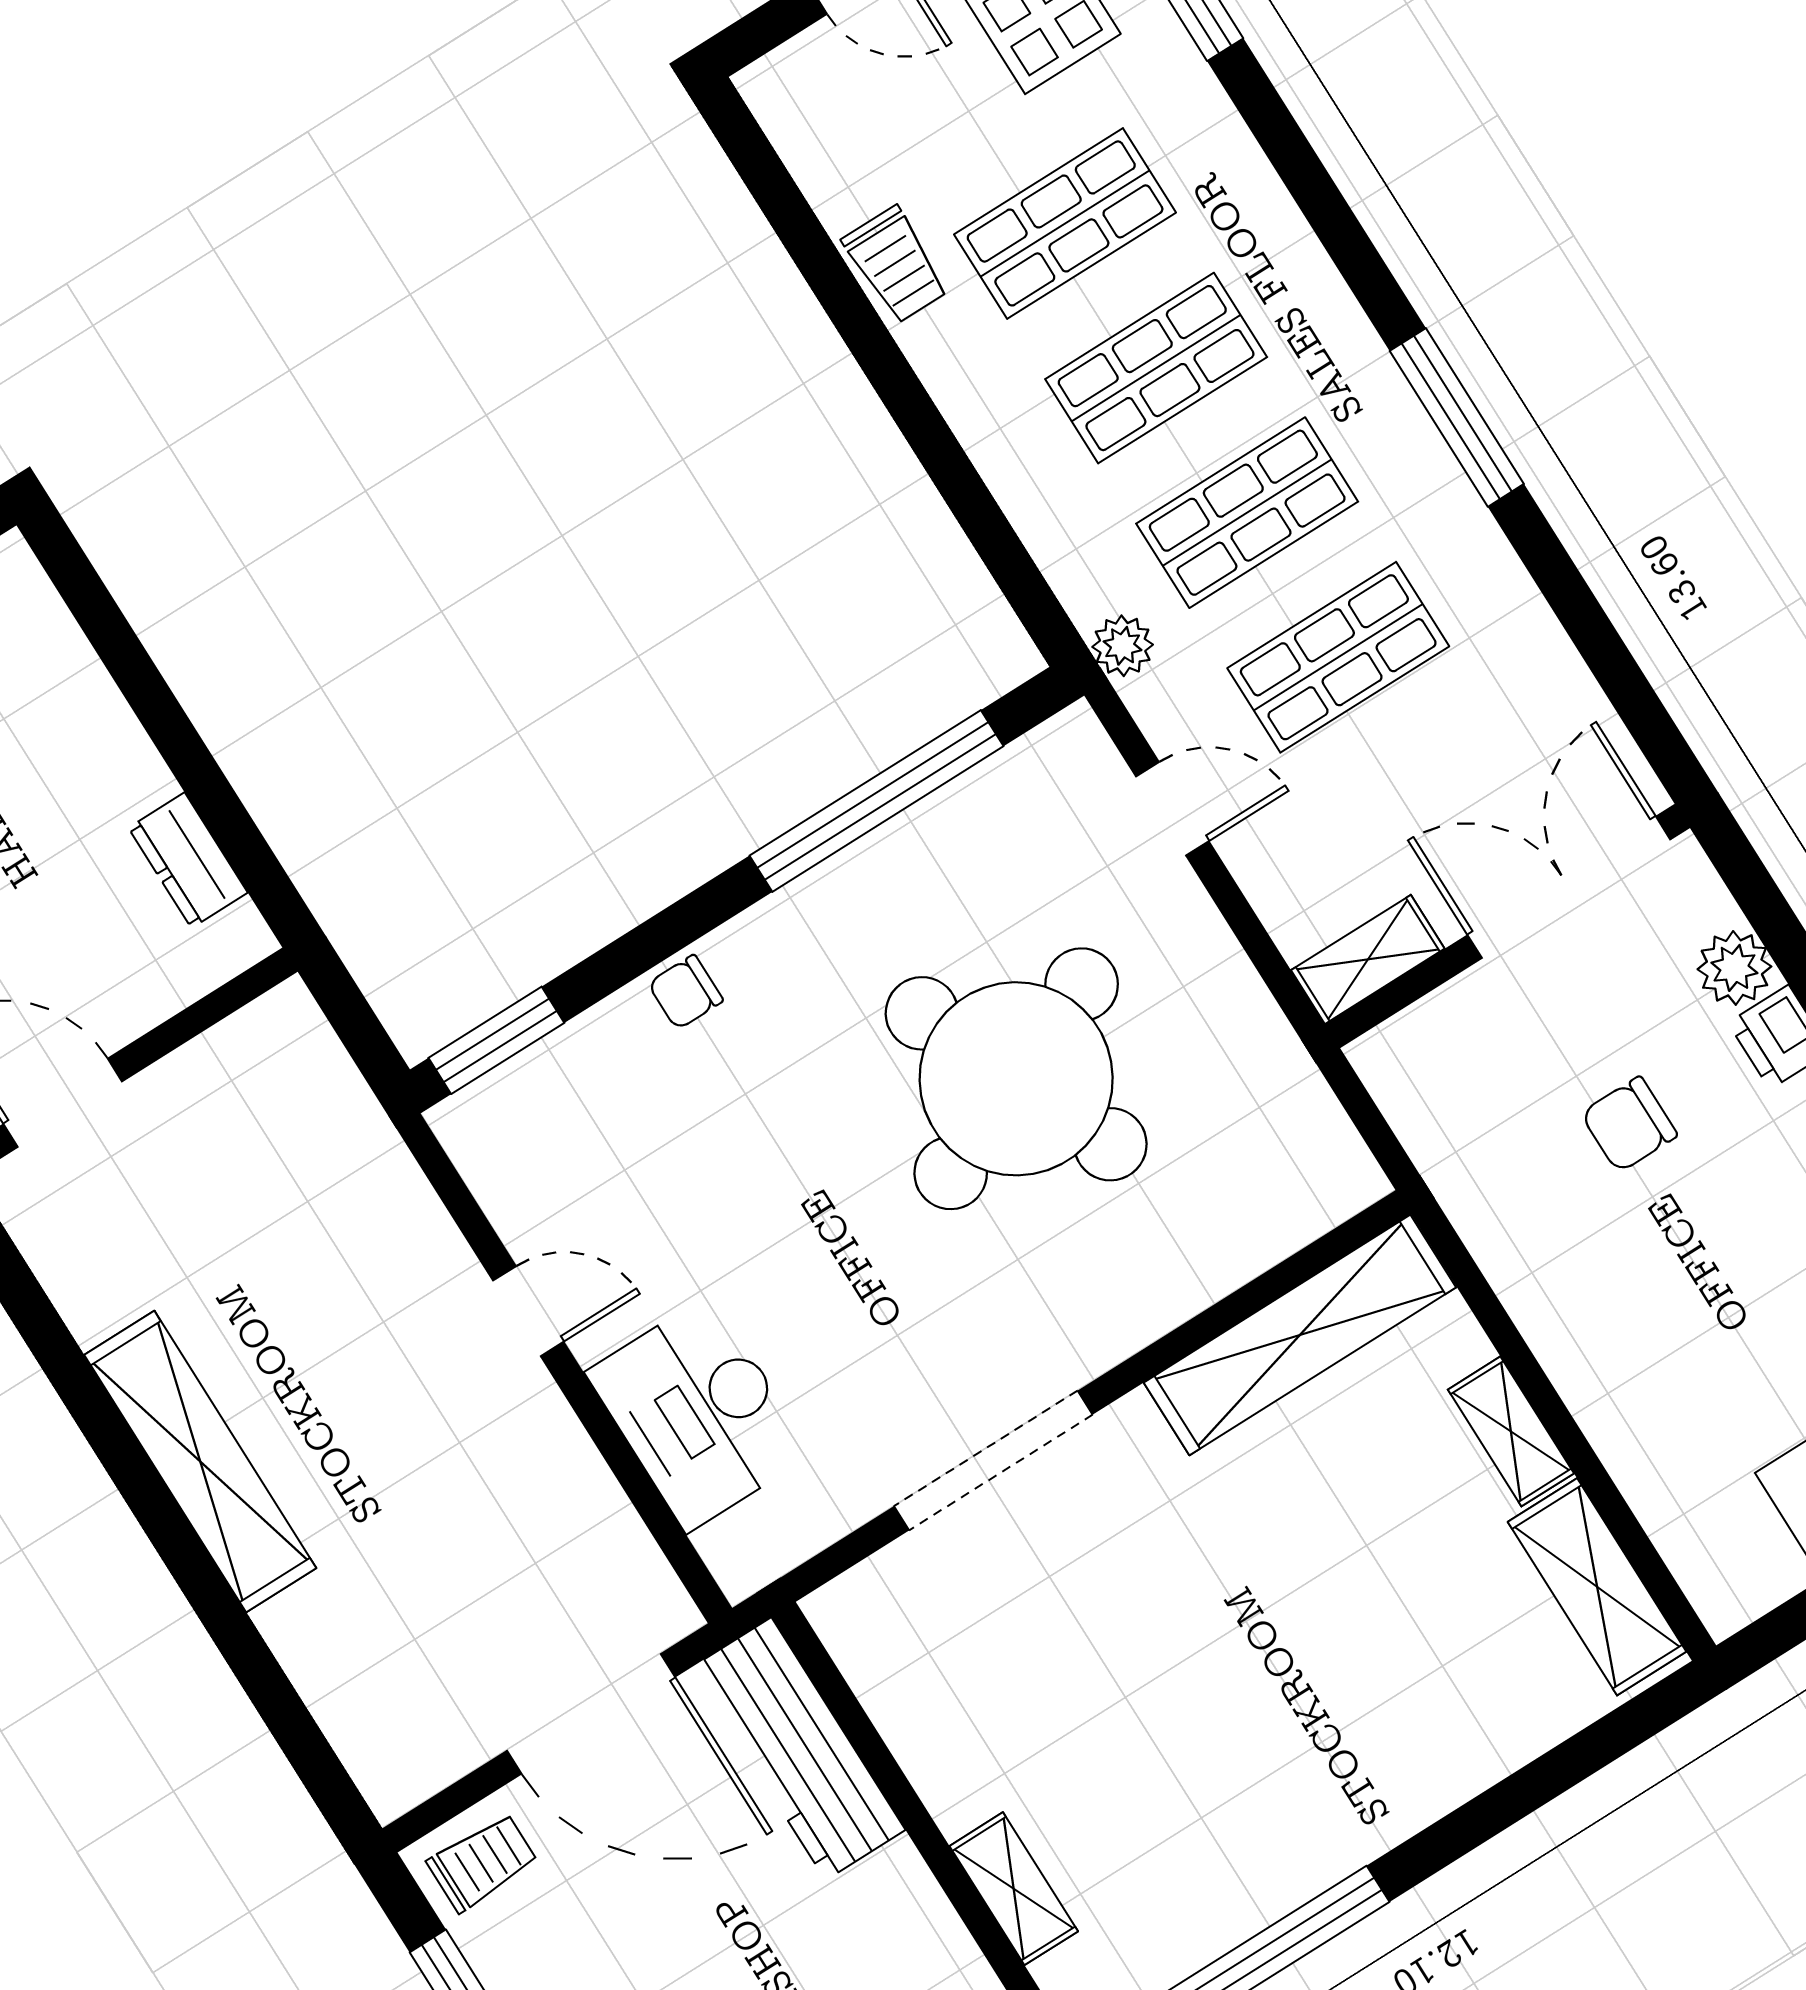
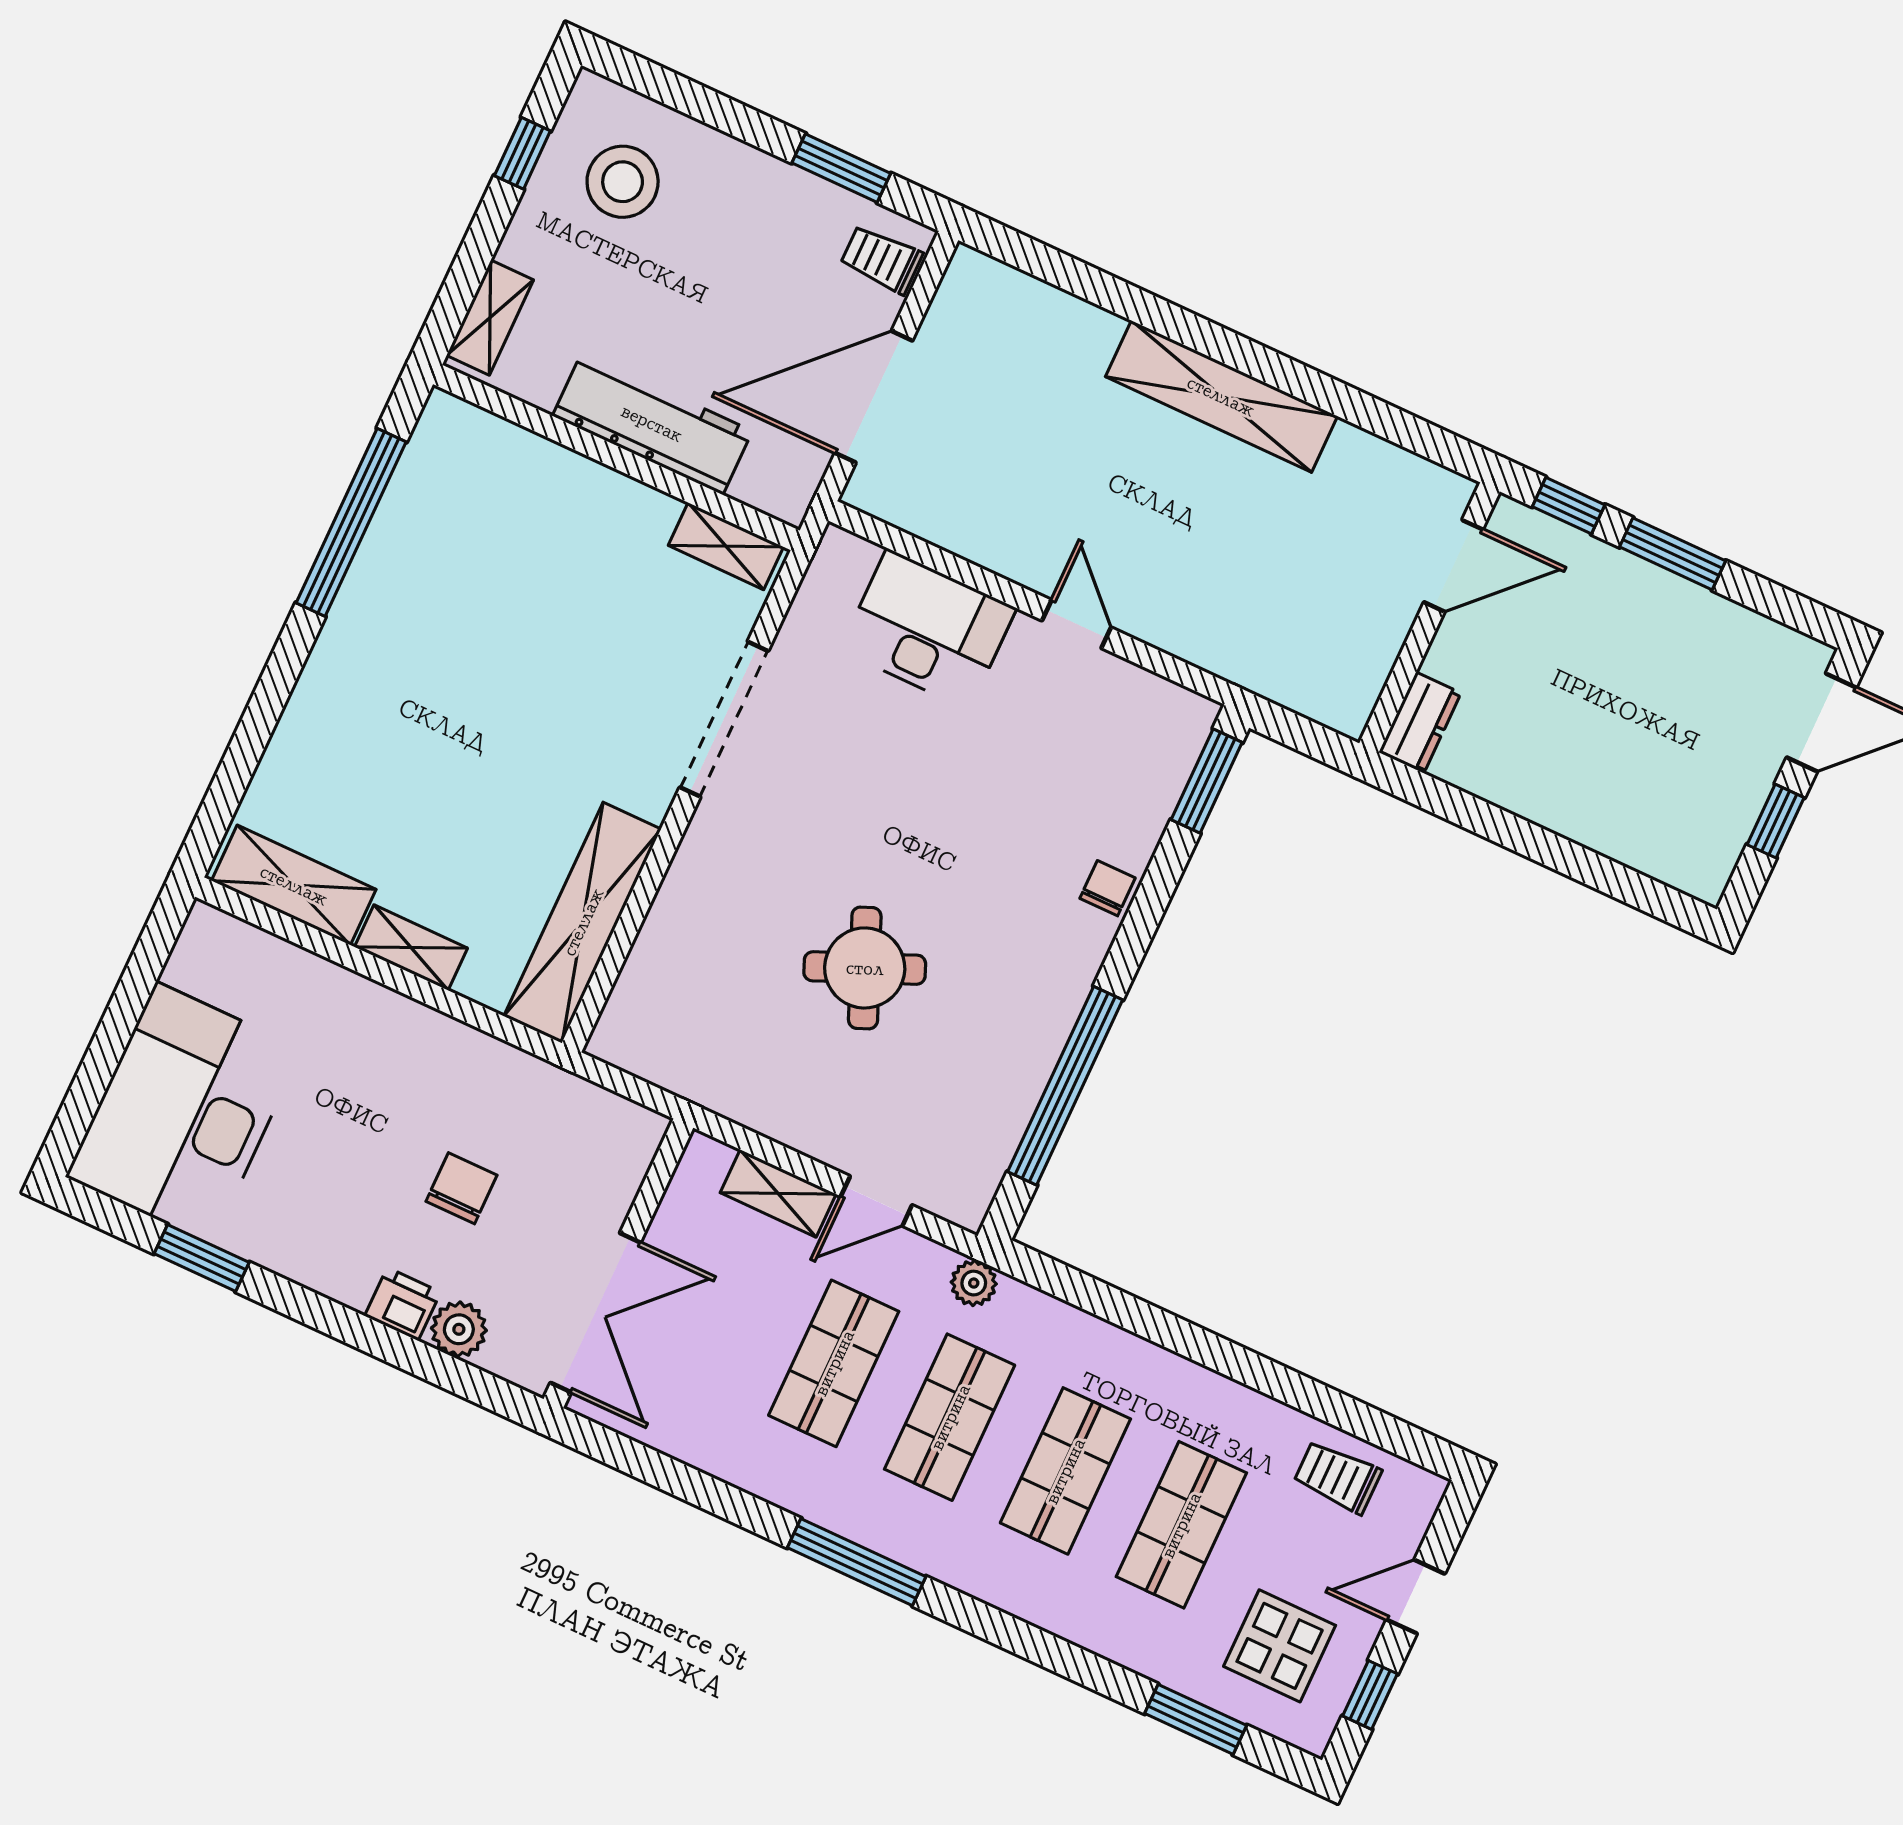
trolley: (896, 265) -> (1338, 1477), moved
dresser: (188, 860) -> (1420, 723), moved, turned 90
shelving: (1368, 959) -> (778, 1193), moved, turned 90
round table: (1016, 1079) -> (865, 968), width x0.54, depth x0.54
door: (528, 1311) -> (1077, 624), swing flipped
workbench: (799, 1749) -> (652, 423), moved
trolley: (482, 1862) -> (882, 259), turned 90
shelving: (1014, 1889) -> (726, 546), moved

